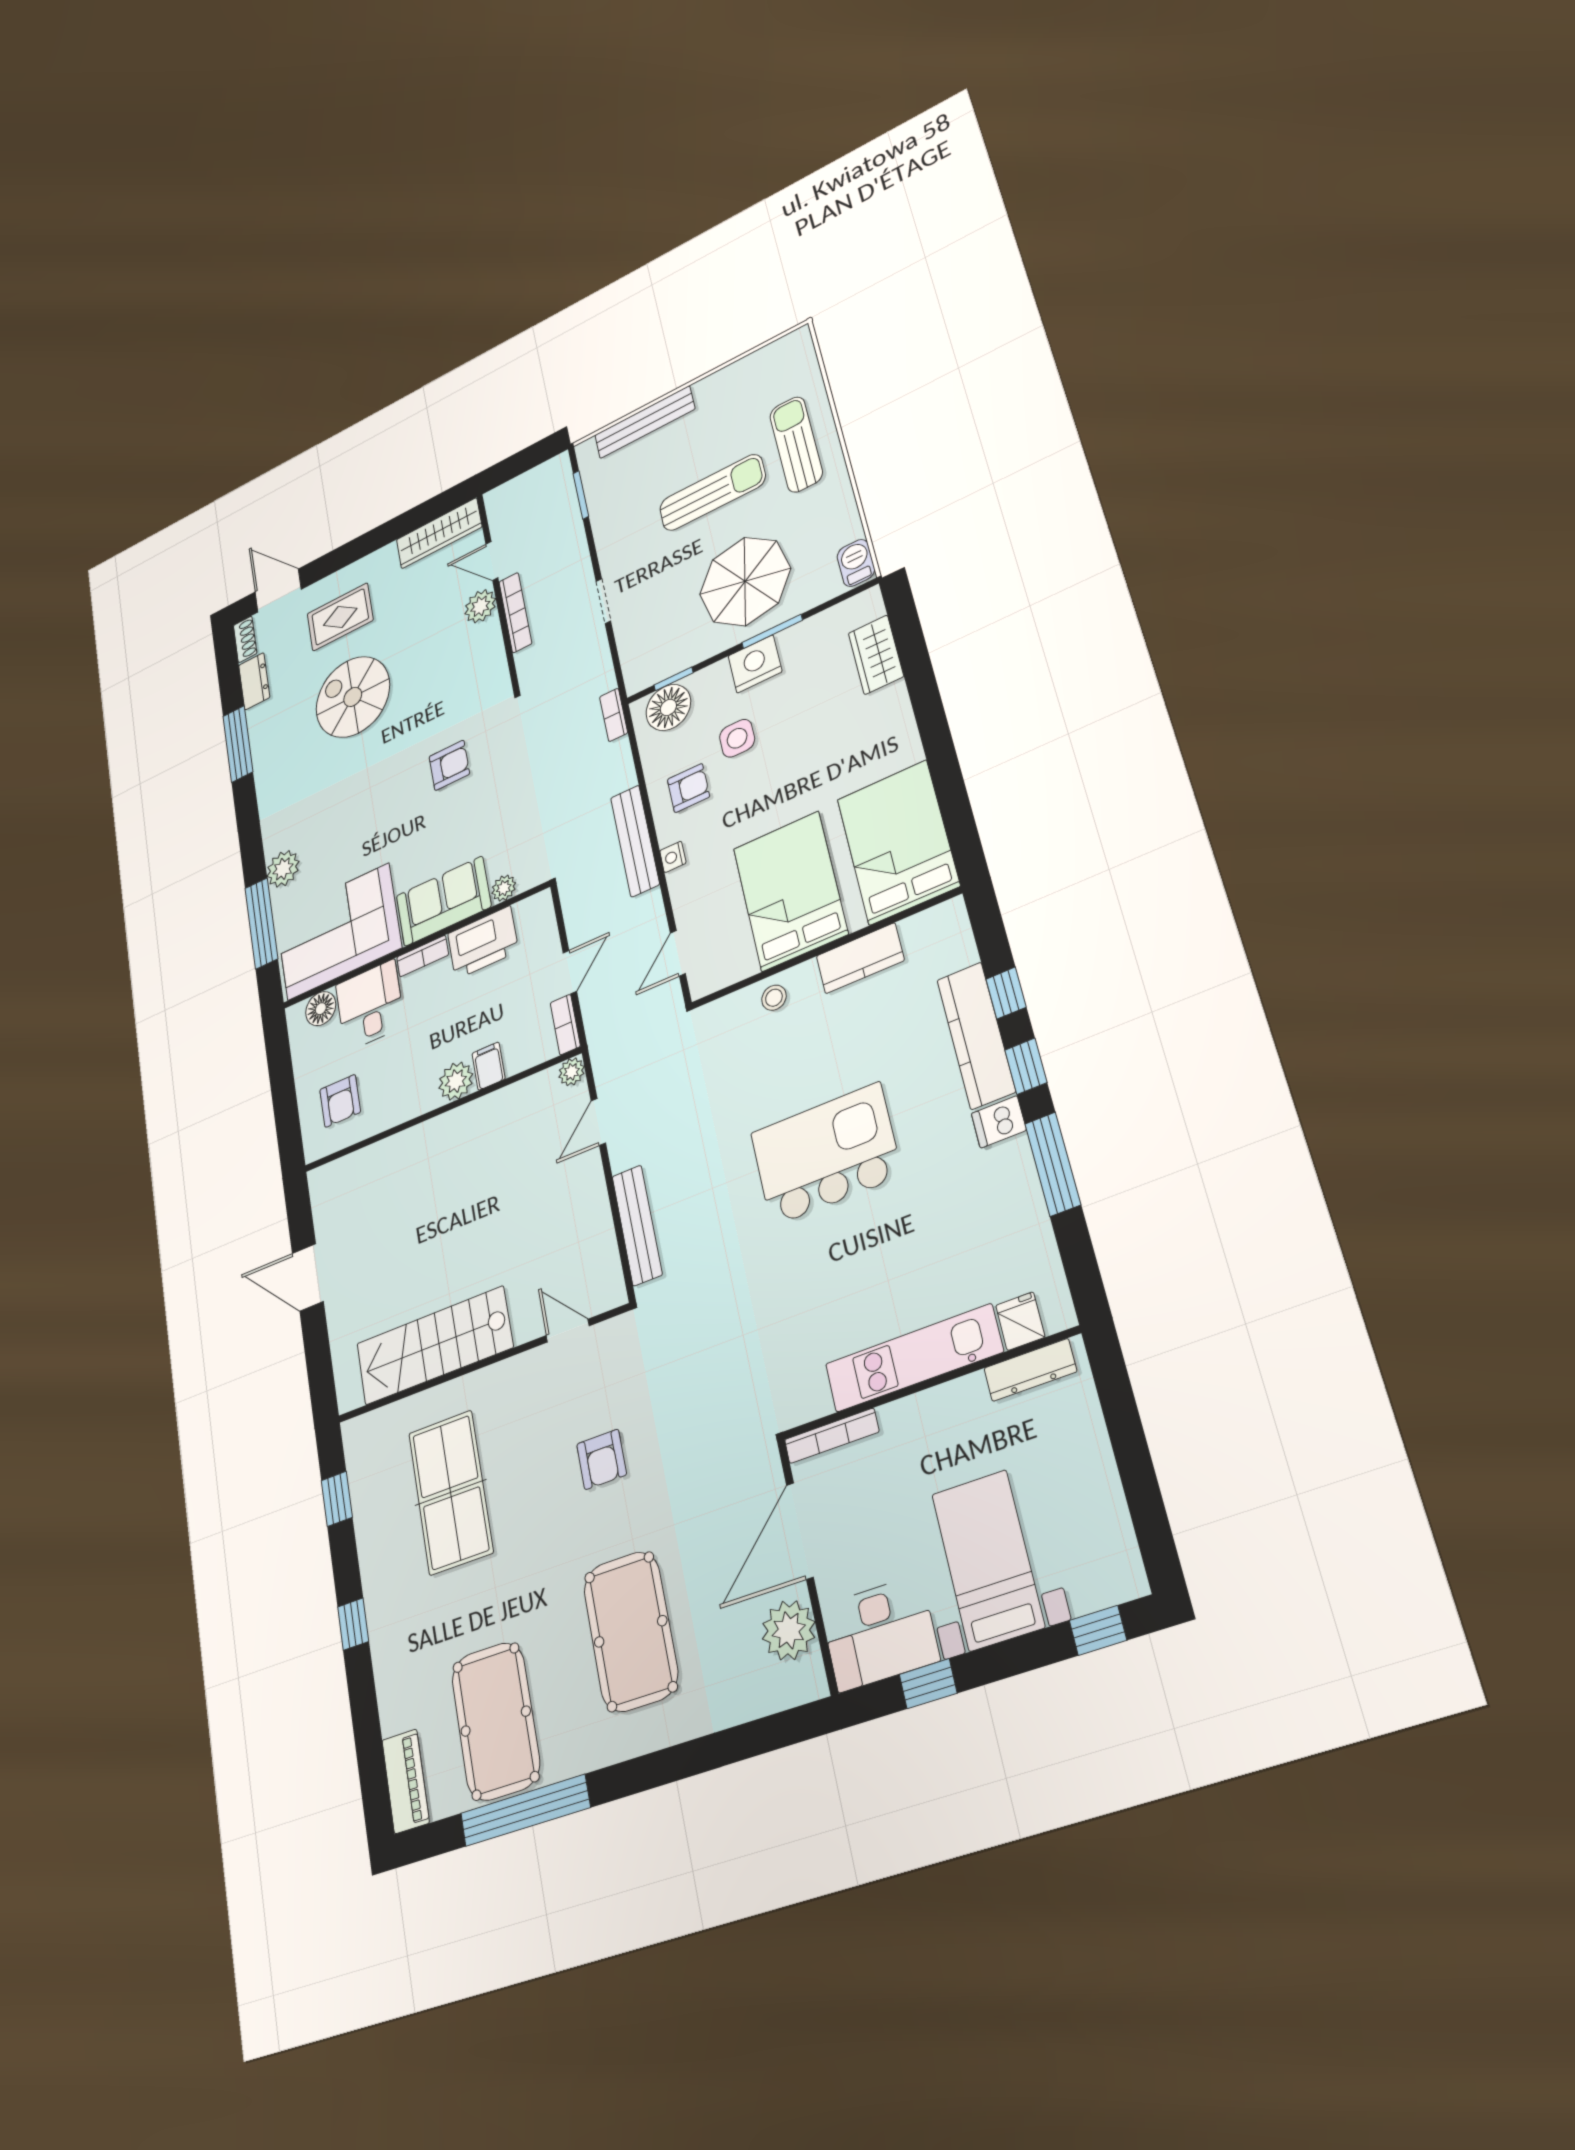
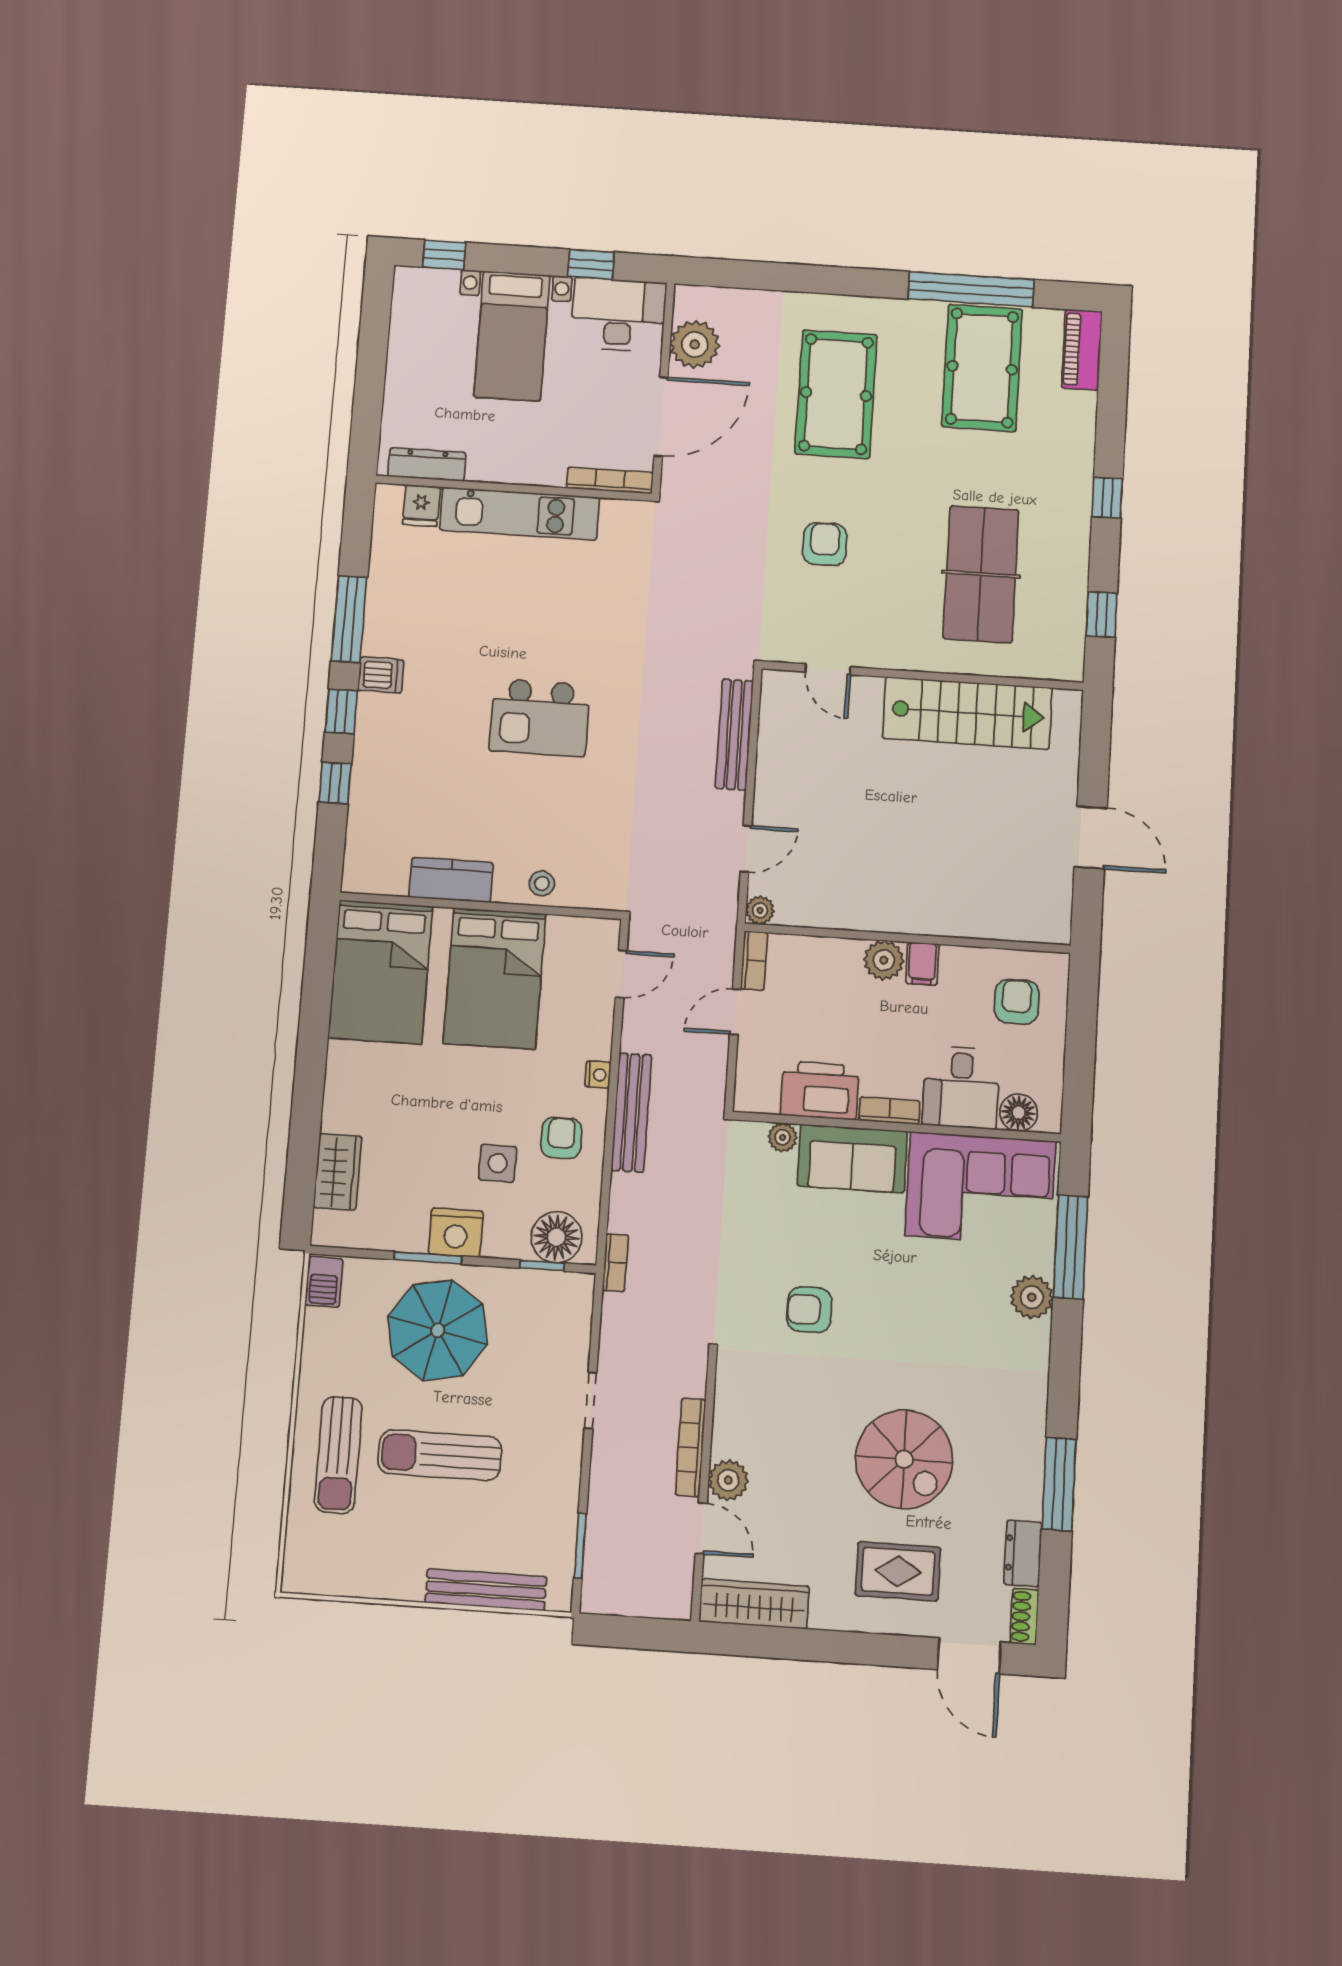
armchair: (688, 788) -> (561, 1138), turned 90
kitchen counter: (976, 1035) -> (373, 759), removed
filing cabinet: (489, 1066) -> (922, 964), moved
kitchen island: (826, 1154) -> (540, 718), width x0.73, depth x0.78

